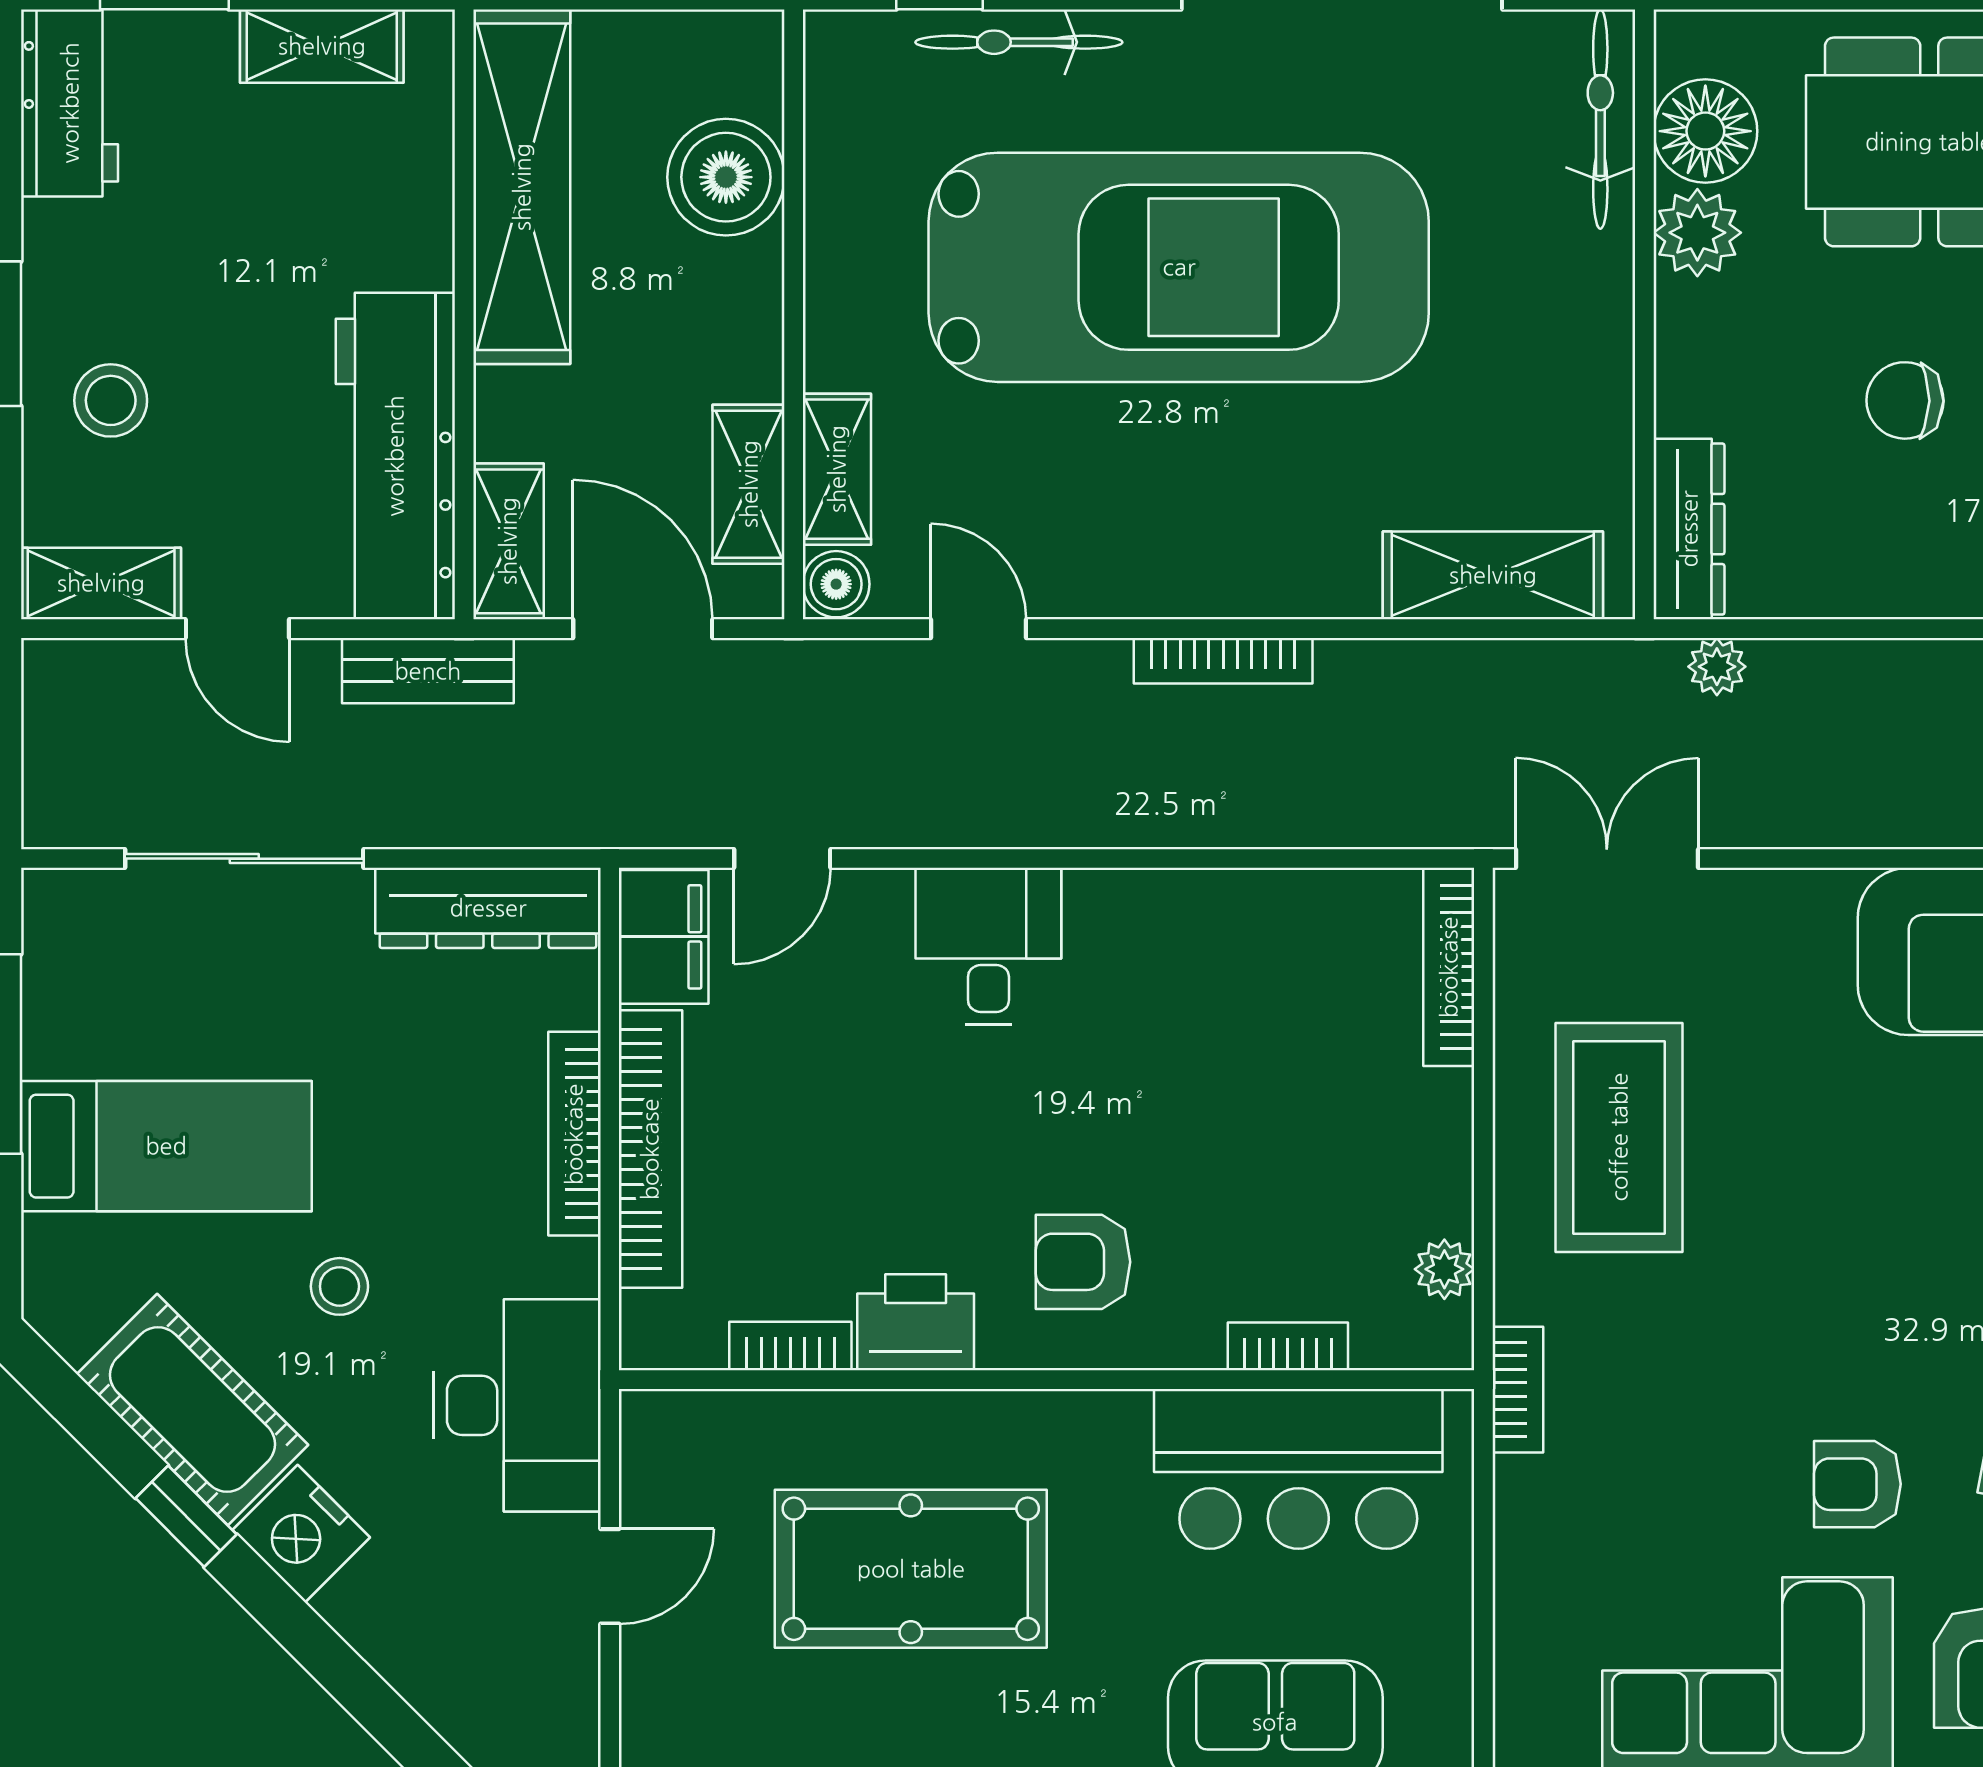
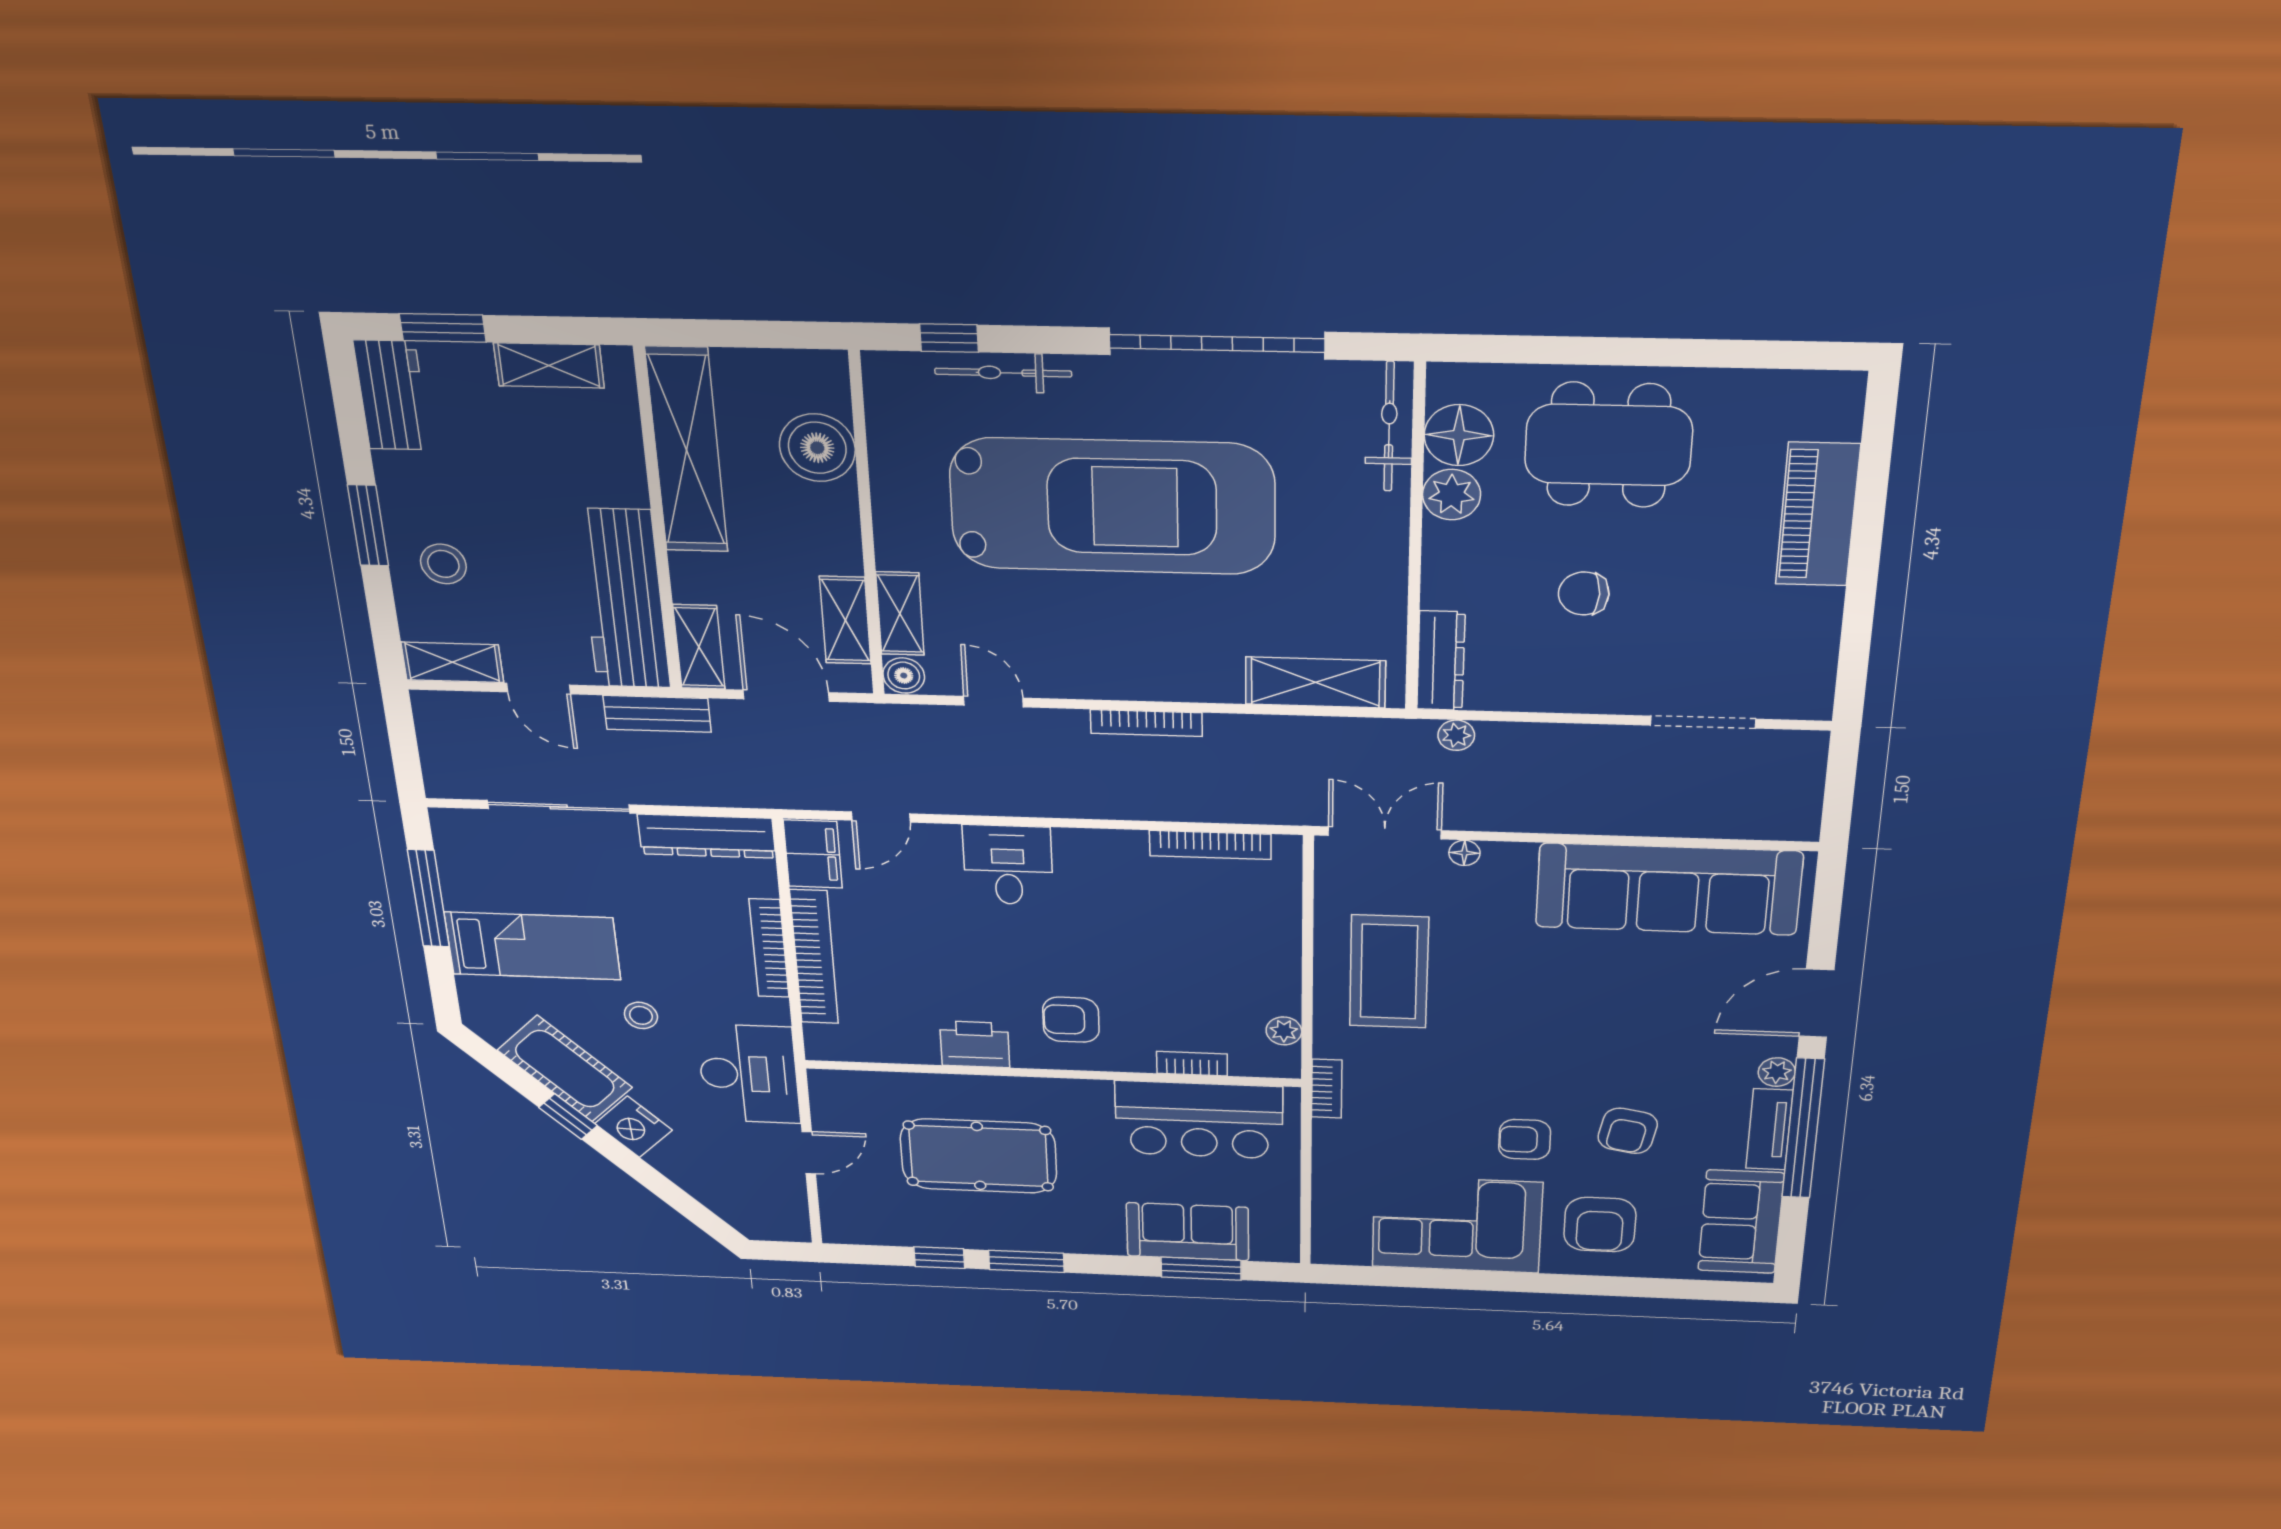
floor lamp: (1737, 893) -> (1464, 853), added
bookcase: (1449, 967) -> (1210, 845), moved, turned -90
bookcase: (790, 1346) -> (903, 1053), removed

